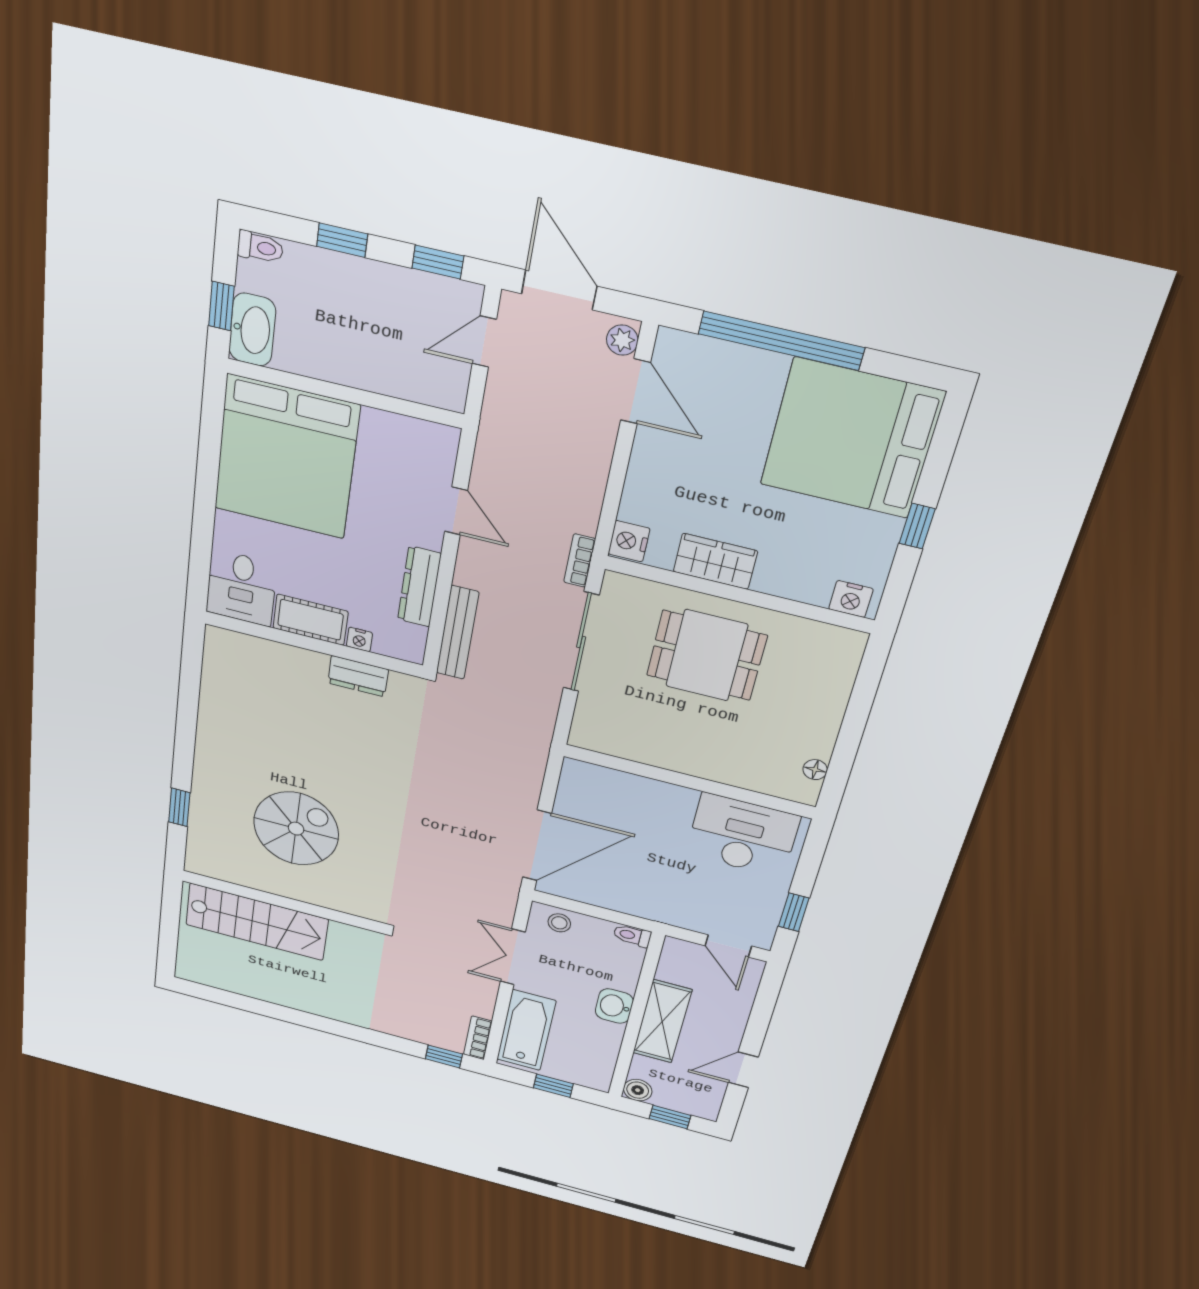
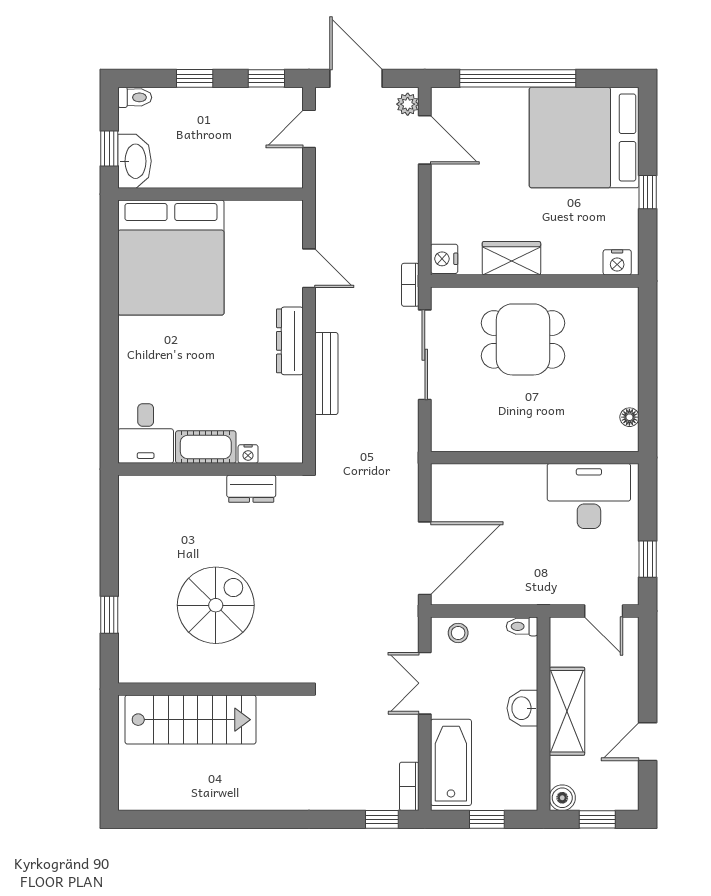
desk: (241, 588) -> (146, 433), moved
cot: (310, 620) -> (206, 447), moved
nightstand: (359, 639) -> (248, 454), moved
wall: (313, 644) -> (211, 469), moved
dresser: (358, 676) -> (251, 489), moved

